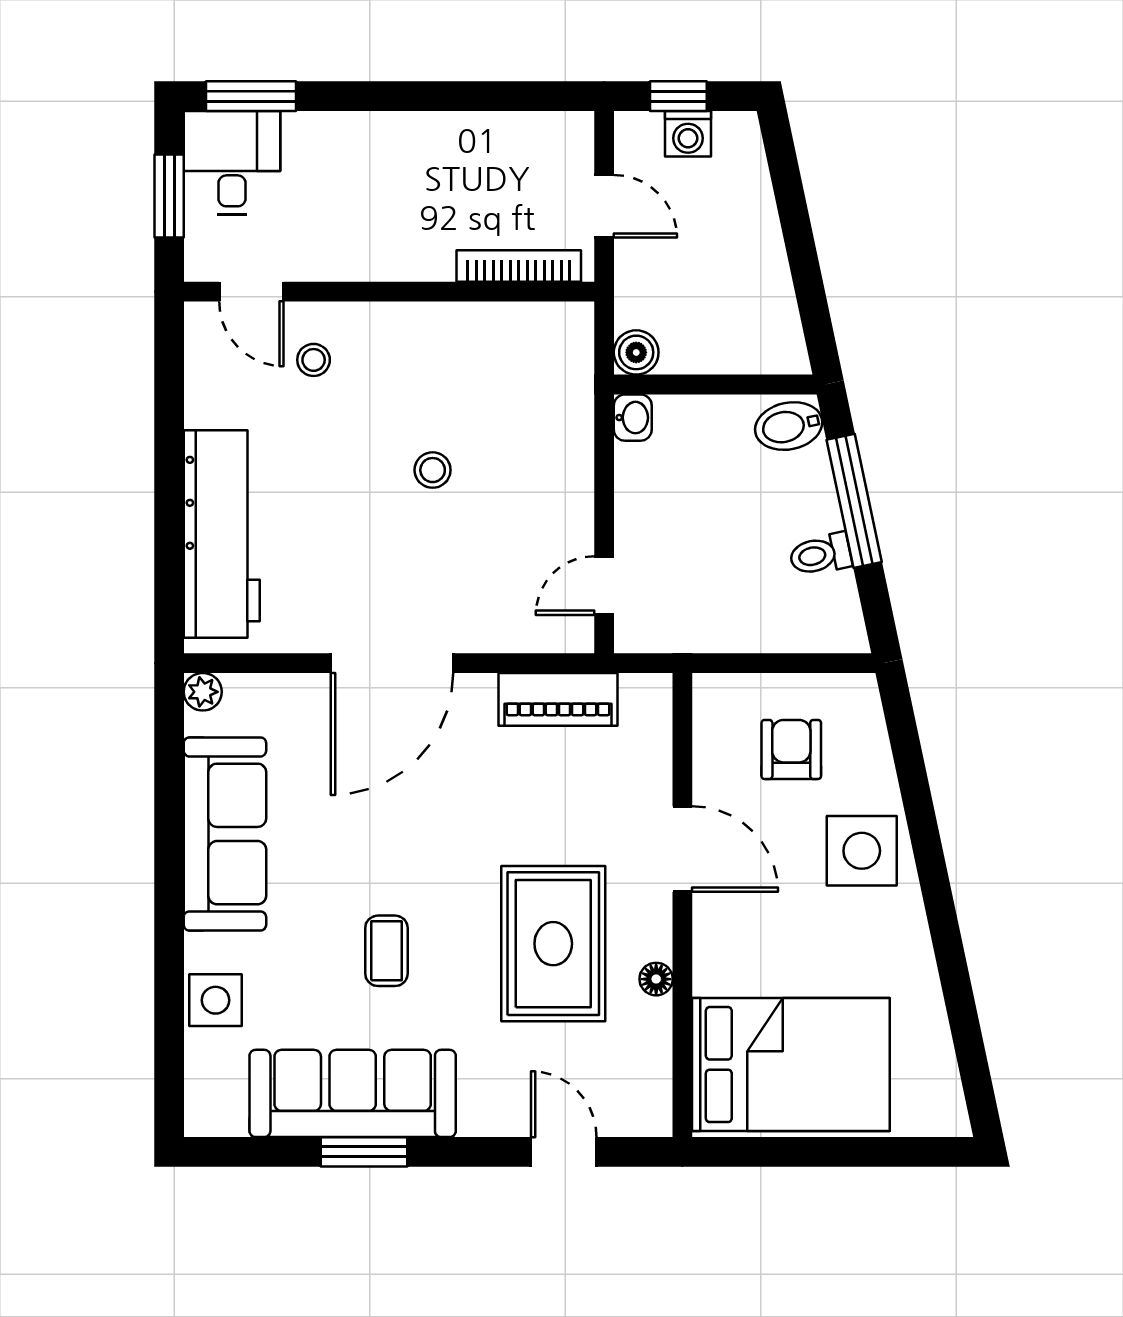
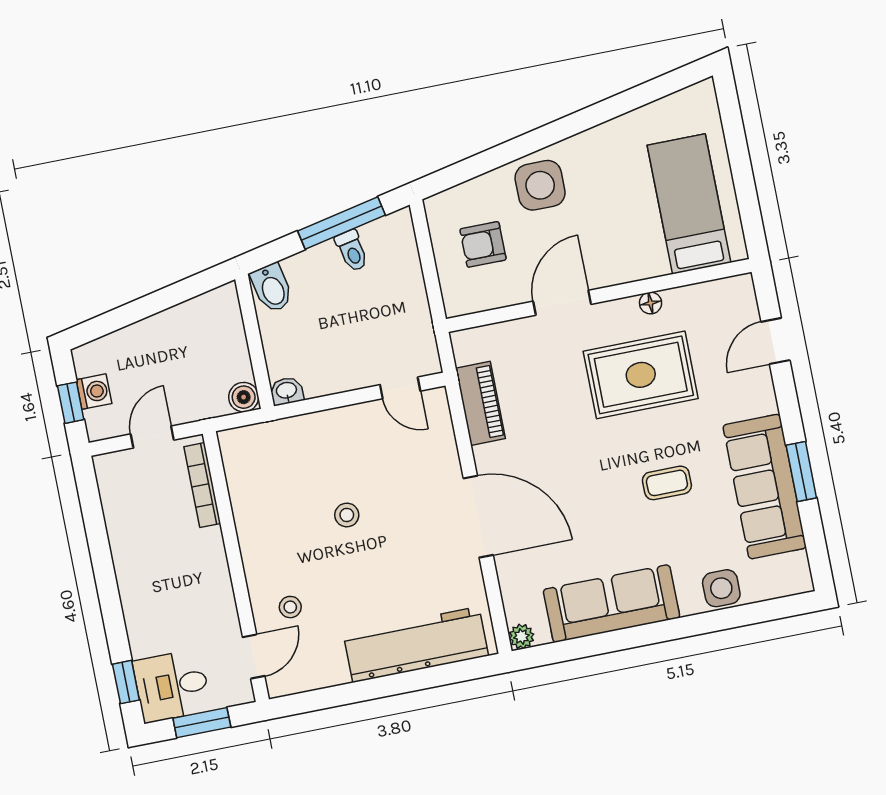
window: (251, 96) -> (126, 682), width x0.67
window: (854, 501) -> (342, 223), moved
bed: (791, 1065) -> (689, 204), width x0.67

